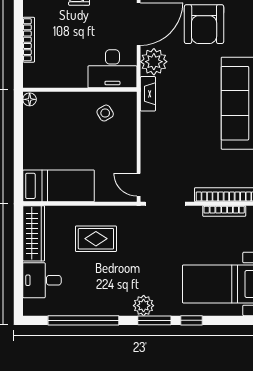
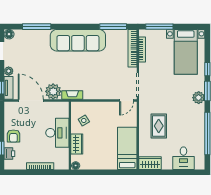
armchair: (204, 24) -> (31, 62), removed
desk: (112, 69) -> (57, 133), moved
wardrobe: (66, 101) -> (77, 144), added
wardrobe: (34, 233) -> (150, 163), width x0.67

